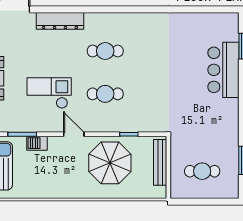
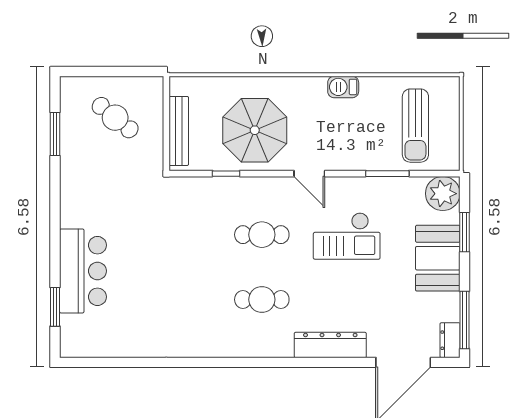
barbecue: (37, 143) -> (343, 87), moved, turned 180
cafe table: (202, 171) -> (115, 118), turned 39

